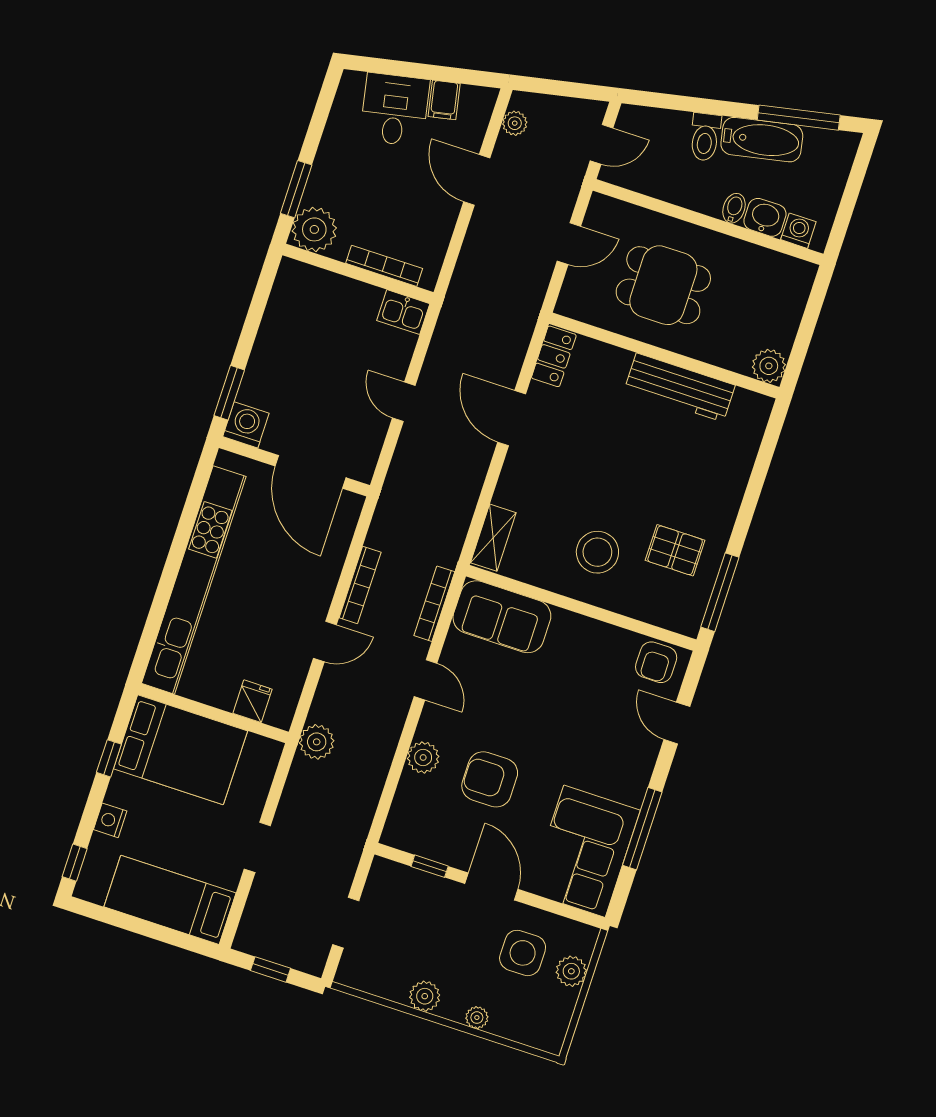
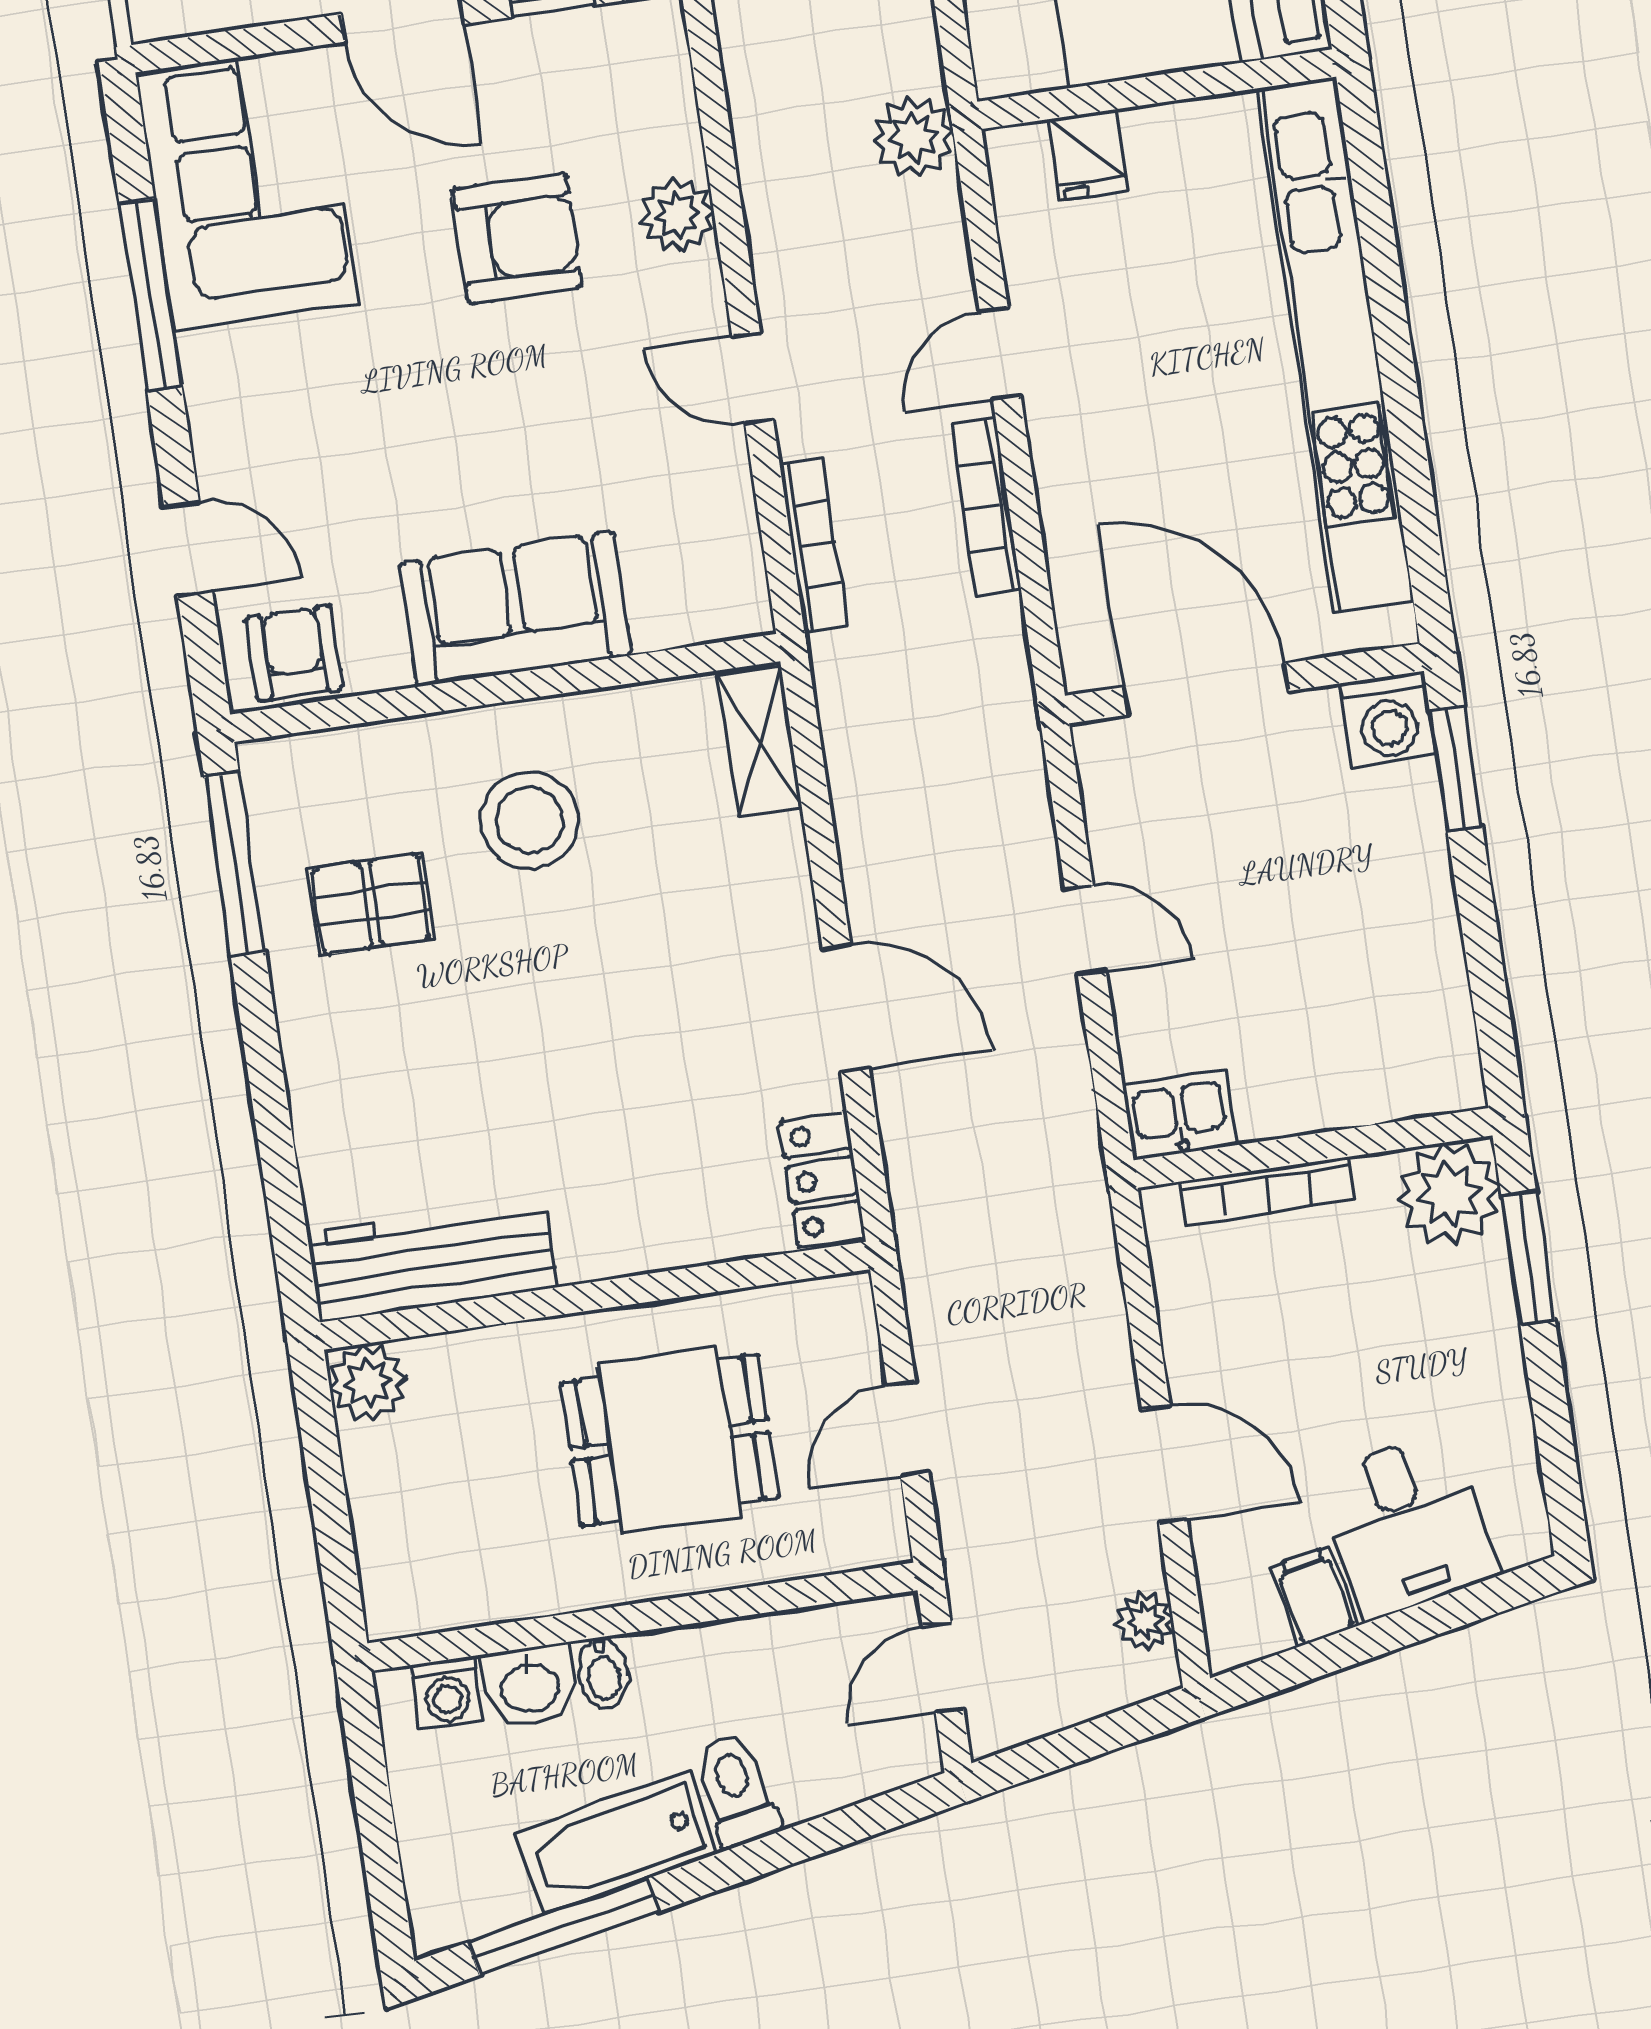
workbench: (680, 388) -> (432, 1260), moved
sofa: (502, 617) -> (515, 609), moved

